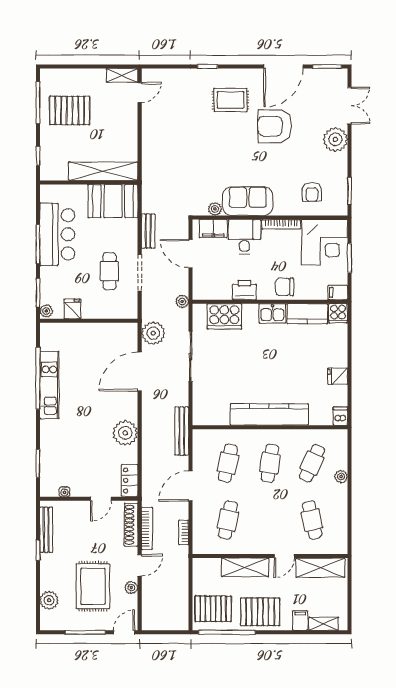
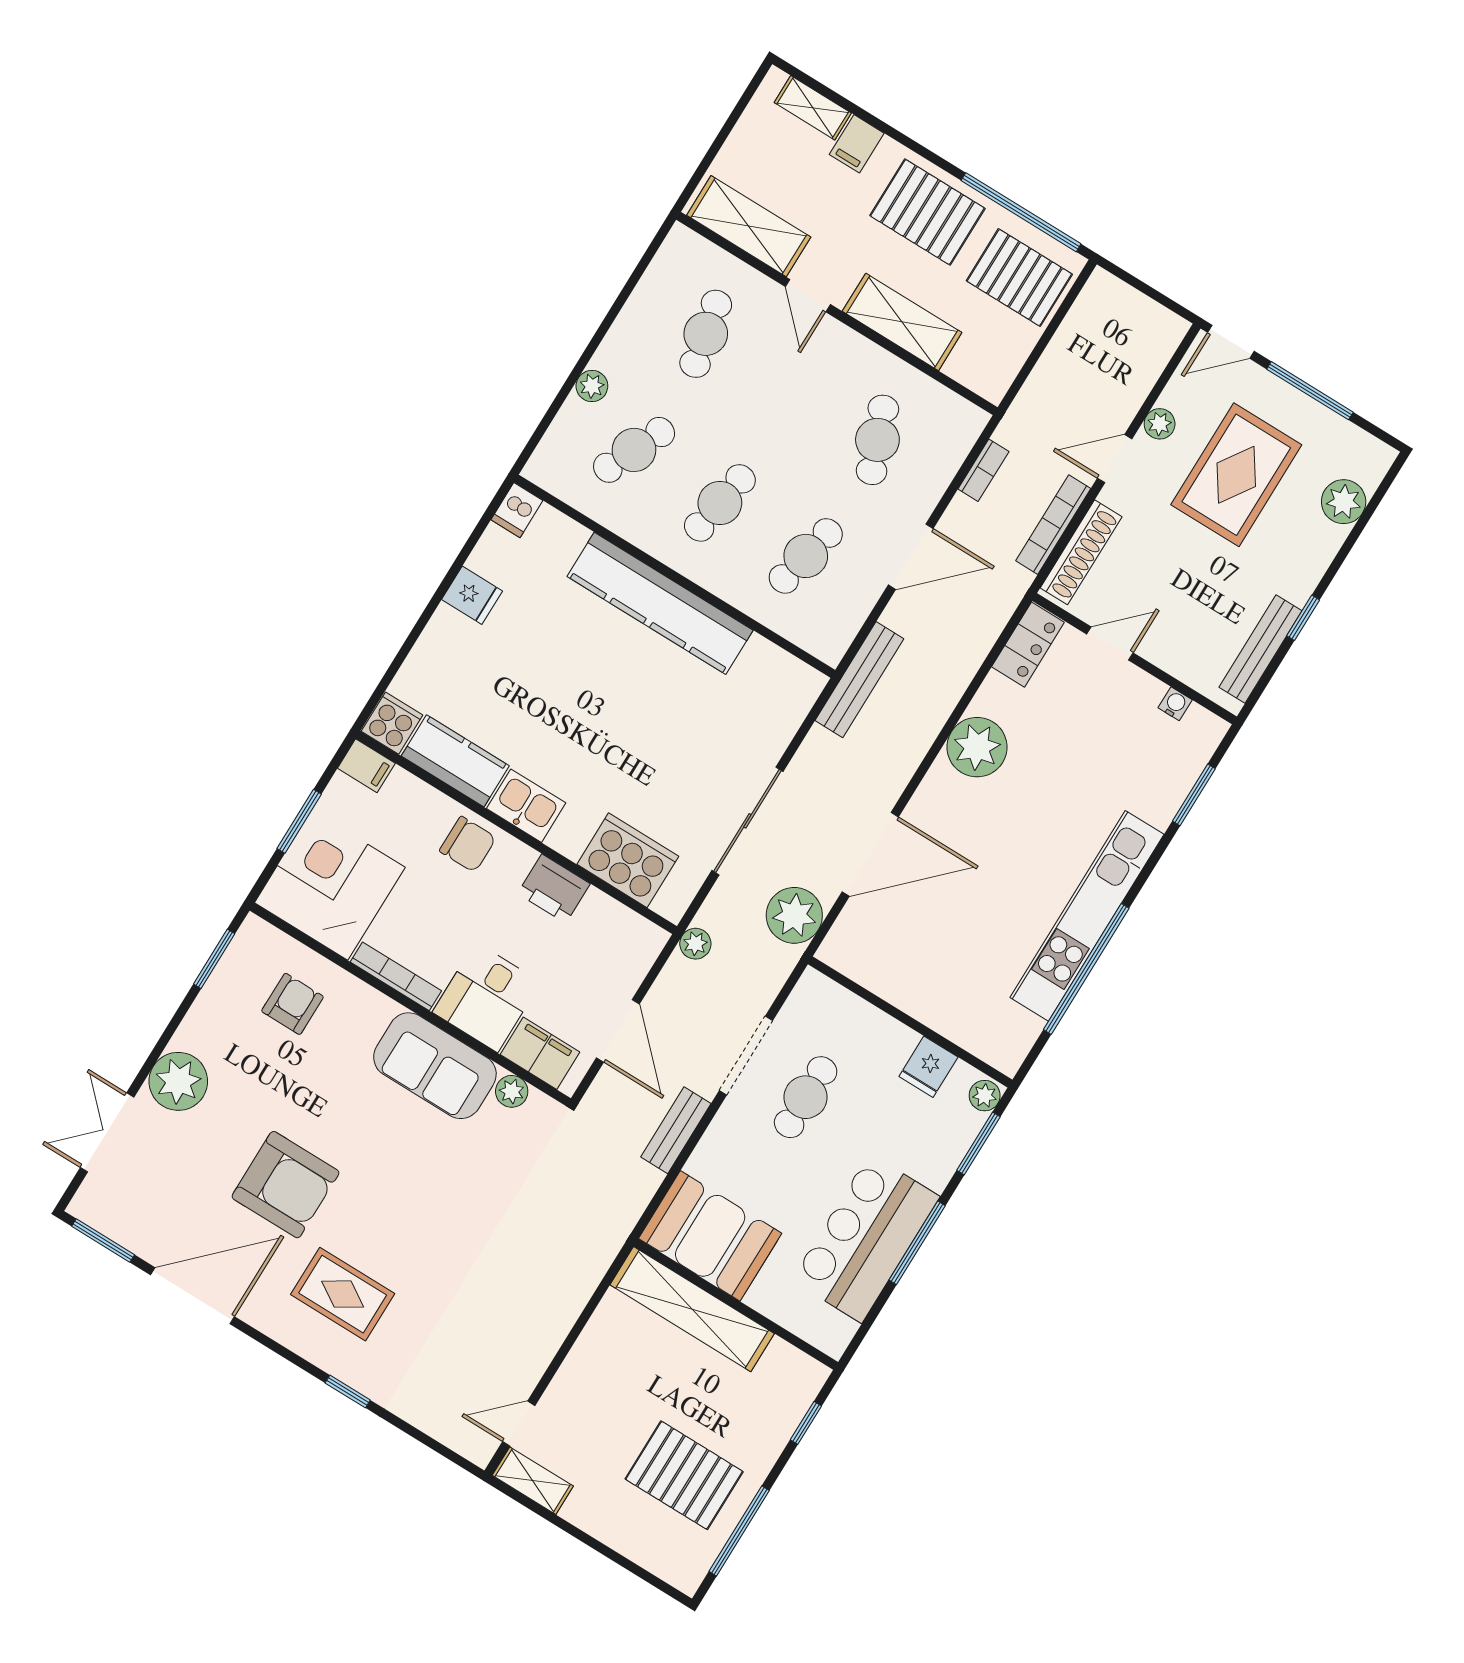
kitchen unit: (49, 385) -> (1087, 916), width x1.36
cafe table: (228, 520) -> (877, 440), turned -33
door: (284, 556) -> (808, 296), swing flipped

